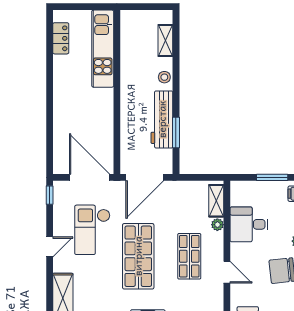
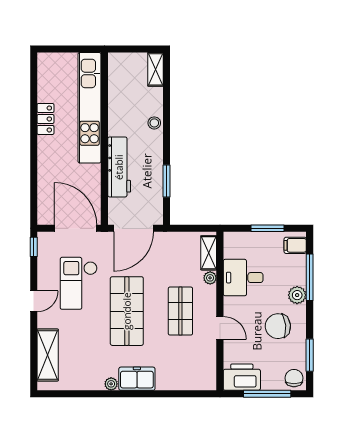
locker: (61, 38) -> (45, 119), moved
shelving: (165, 40) -> (155, 69), moved
kitchen unit: (103, 49) -> (90, 108), width x1.36
workbench: (162, 119) -> (119, 167), moved, turned 180

